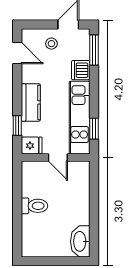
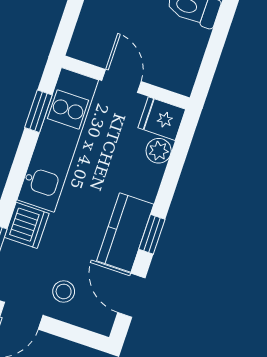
kitchen counter: (31, 102) -> (125, 232), moved
window: (17, 126) -> (152, 234), moved
plant: (28, 129) -> (159, 151), added

